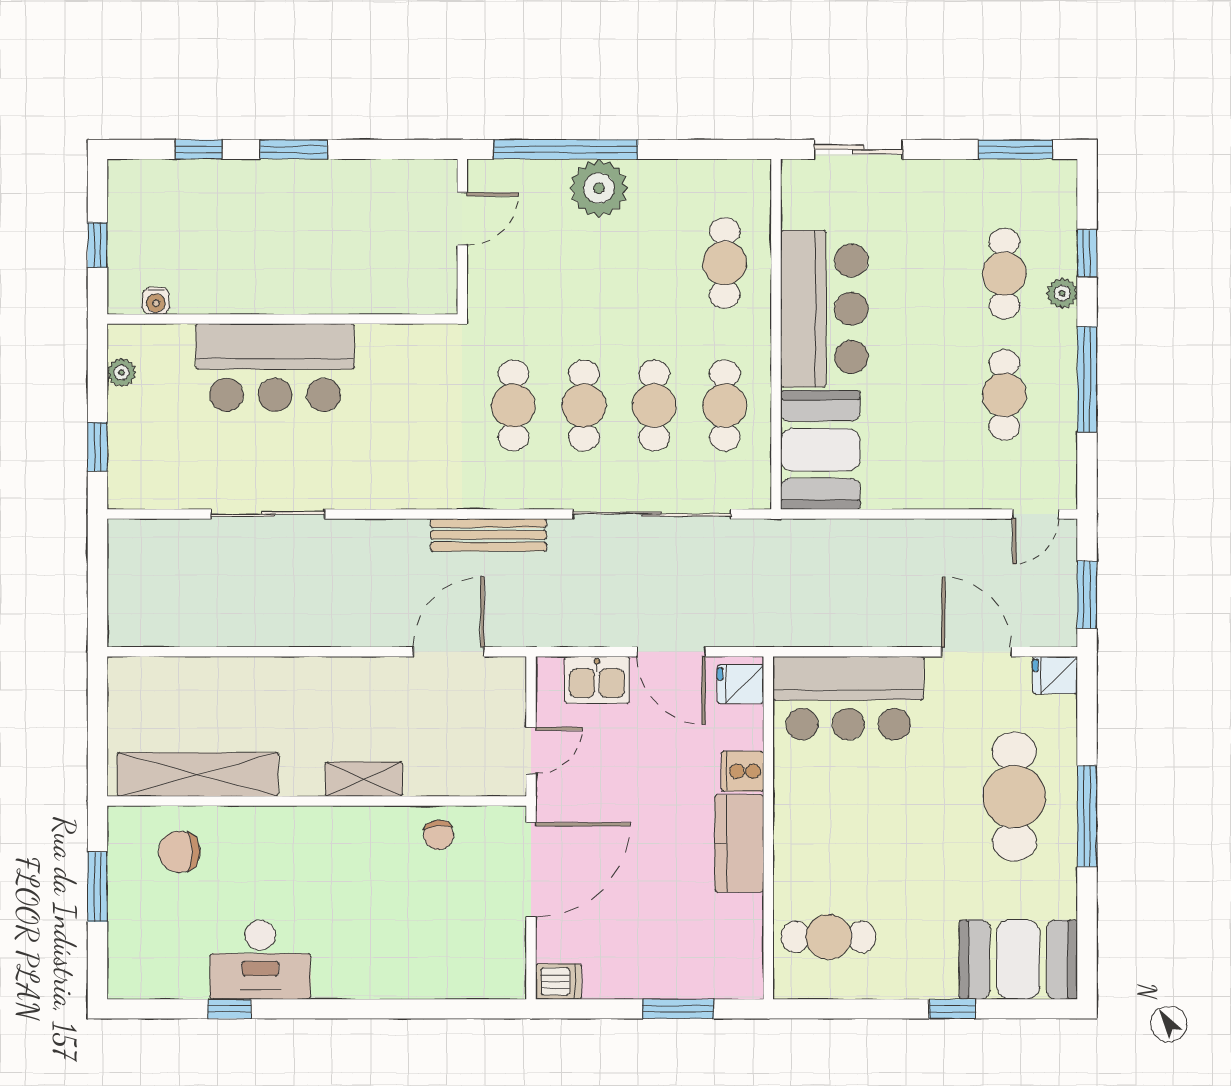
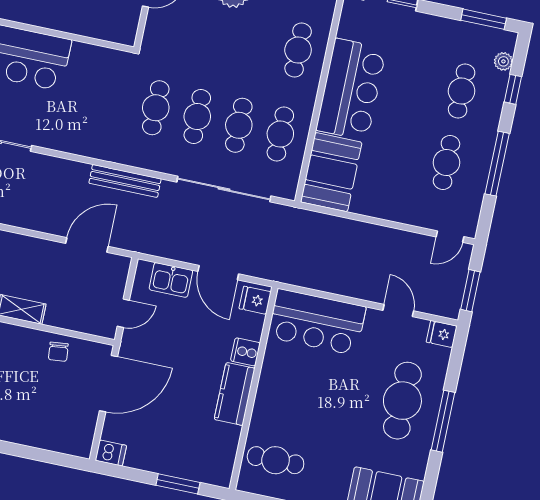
plant: (1062, 293) -> (503, 61), moved
door: (977, 652) -> (398, 311), width x0.73

